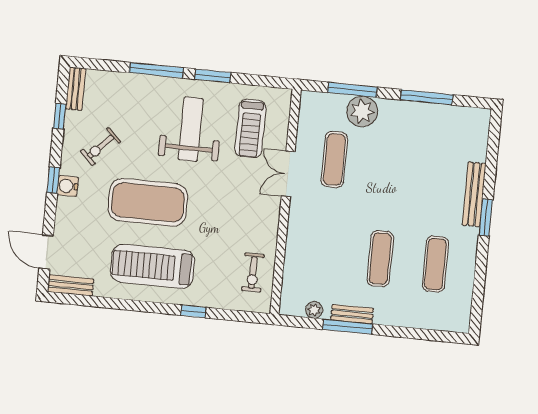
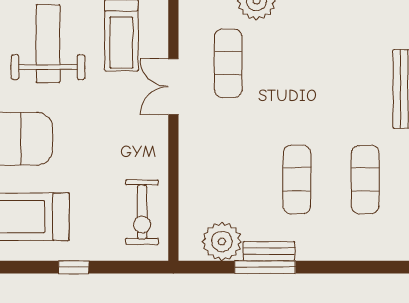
exercise bike: (253, 273) -> (142, 212), width x1.38, depth x1.39
plant: (314, 310) -> (222, 241), width x1.88, depth x1.88

